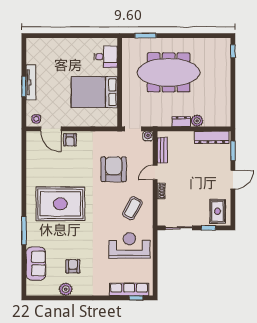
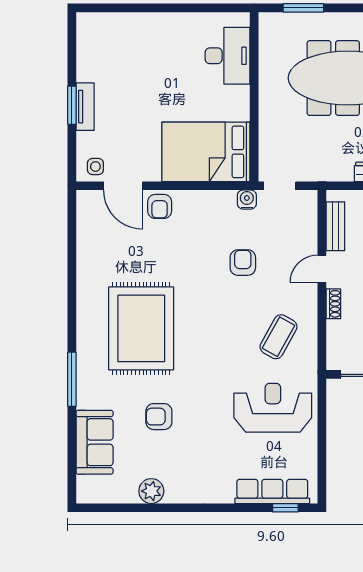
desk: (106, 57) -> (227, 56), width x1.37
tv unit: (31, 82) -> (85, 107), width x0.71
bed: (94, 92) -> (206, 152), moved
water cooler: (148, 136) -> (247, 200), moved
armchair: (114, 169) -> (243, 263), width x0.53, depth x0.53
rug: (60, 204) -> (141, 328), turned 90
armchair: (73, 266) -> (159, 417), moved, turned -90

